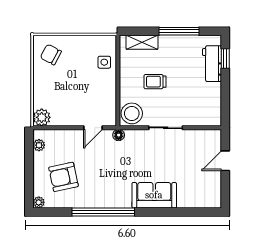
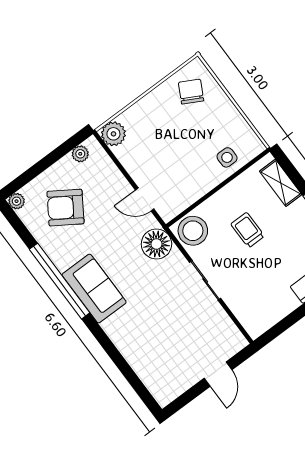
floor lamp: (119, 135) -> (156, 244), width x1.89, depth x1.89
door: (225, 161) -> (218, 374), swing flipped
armchair: (63, 177) -> (66, 208), turned -45
sofa: (154, 195) -> (94, 289), moved

